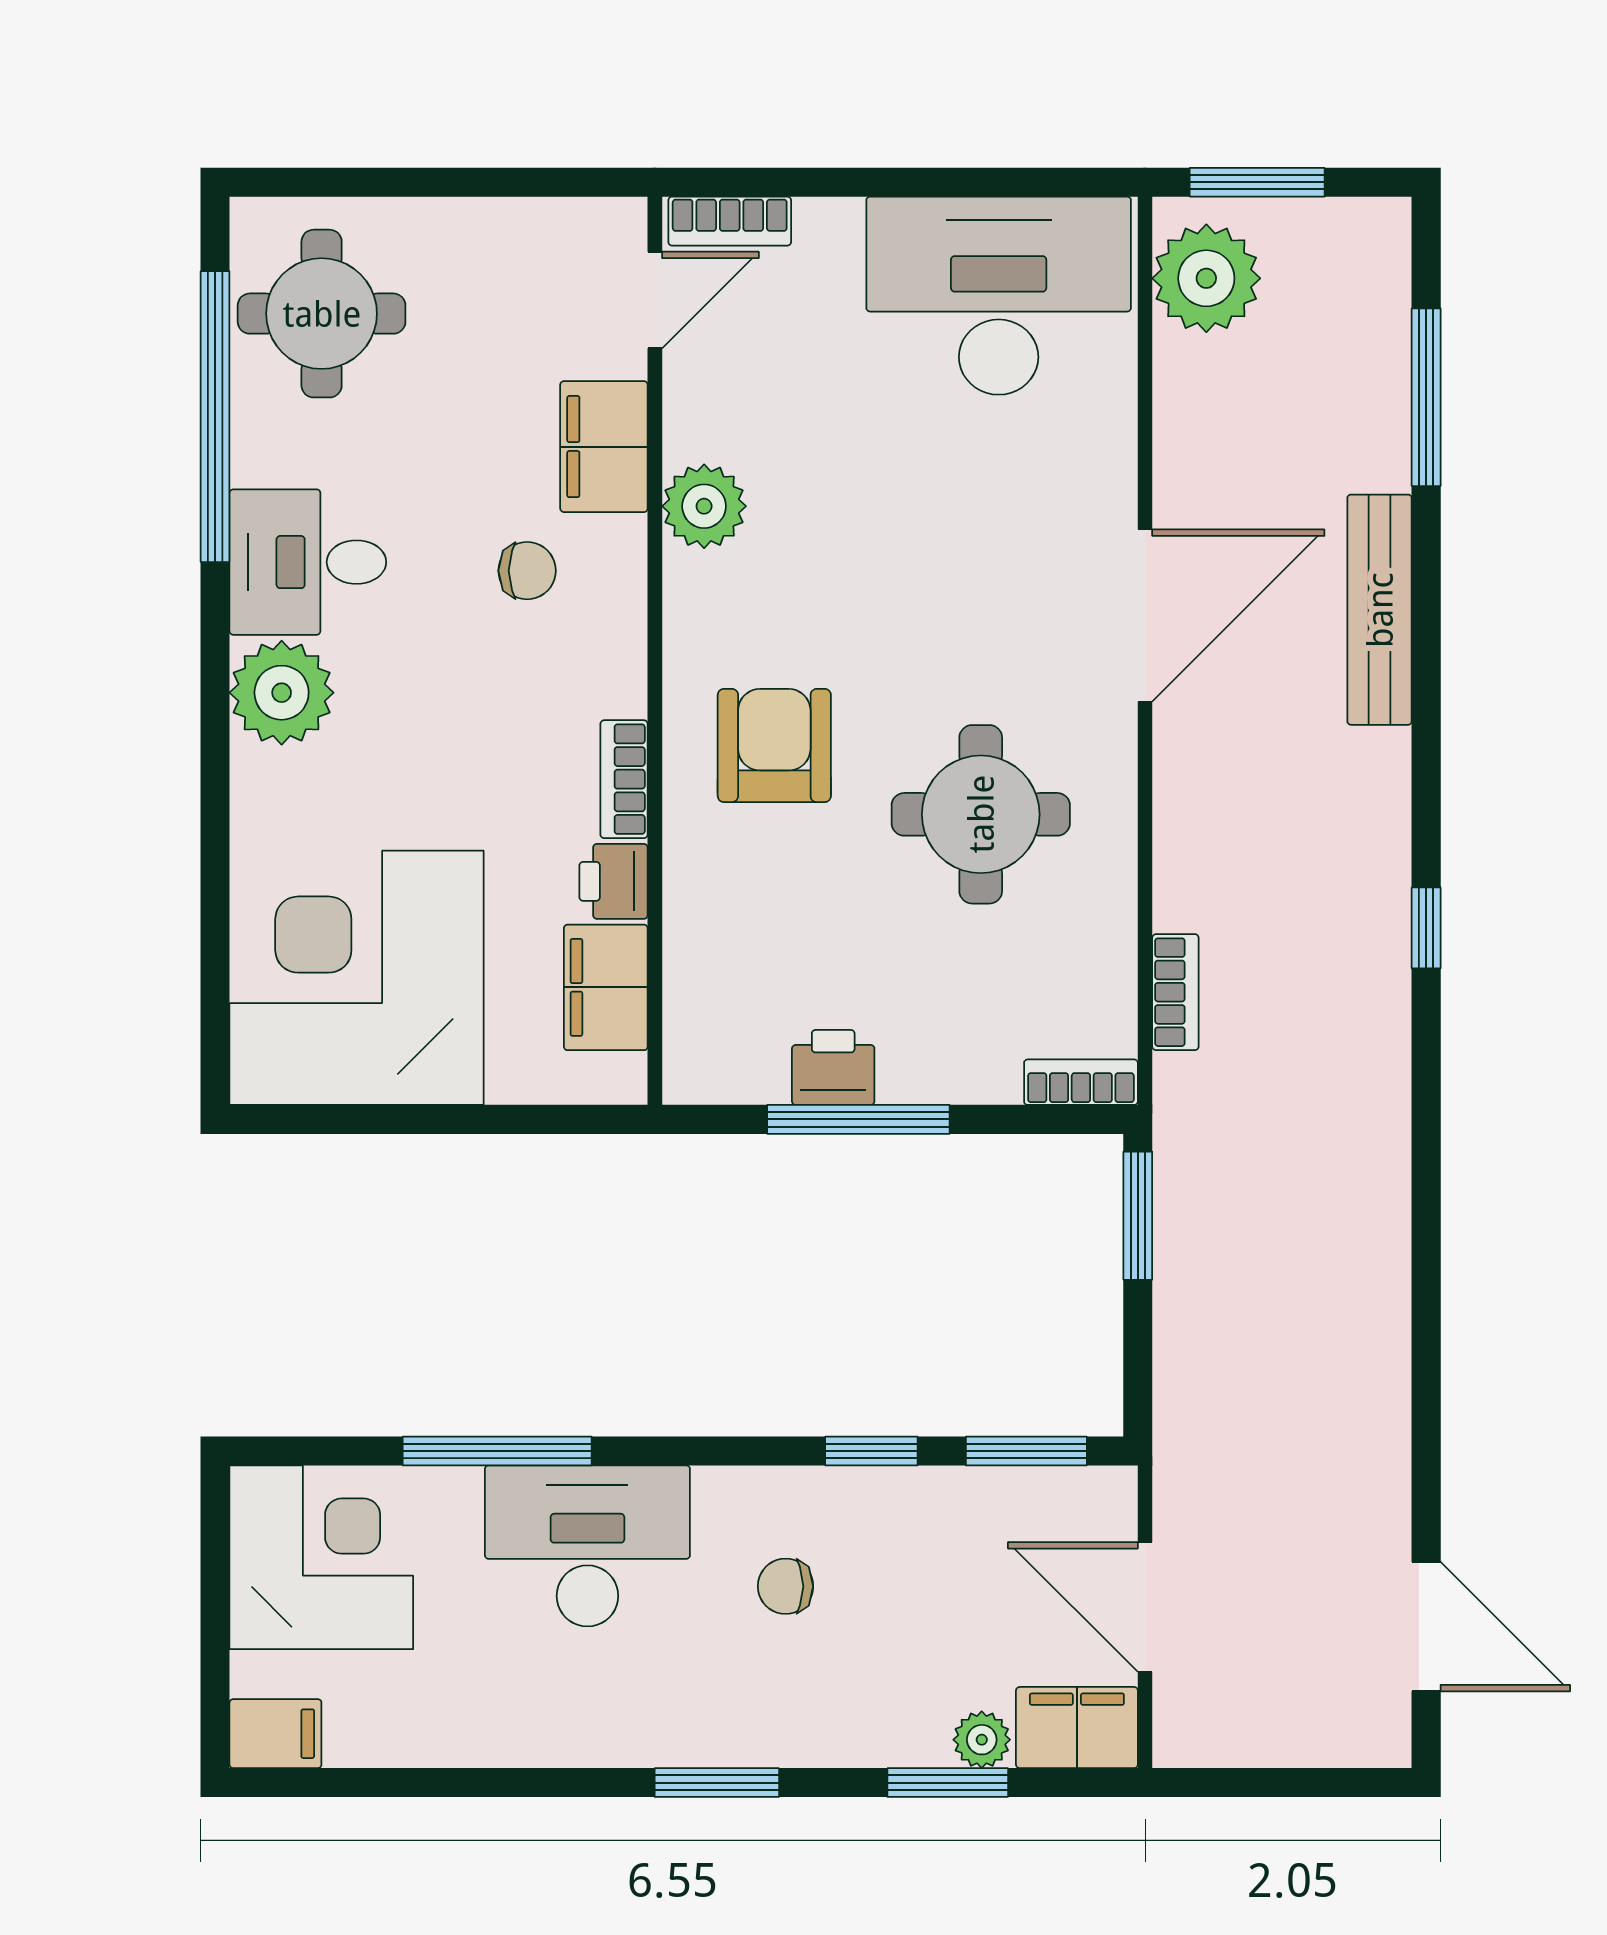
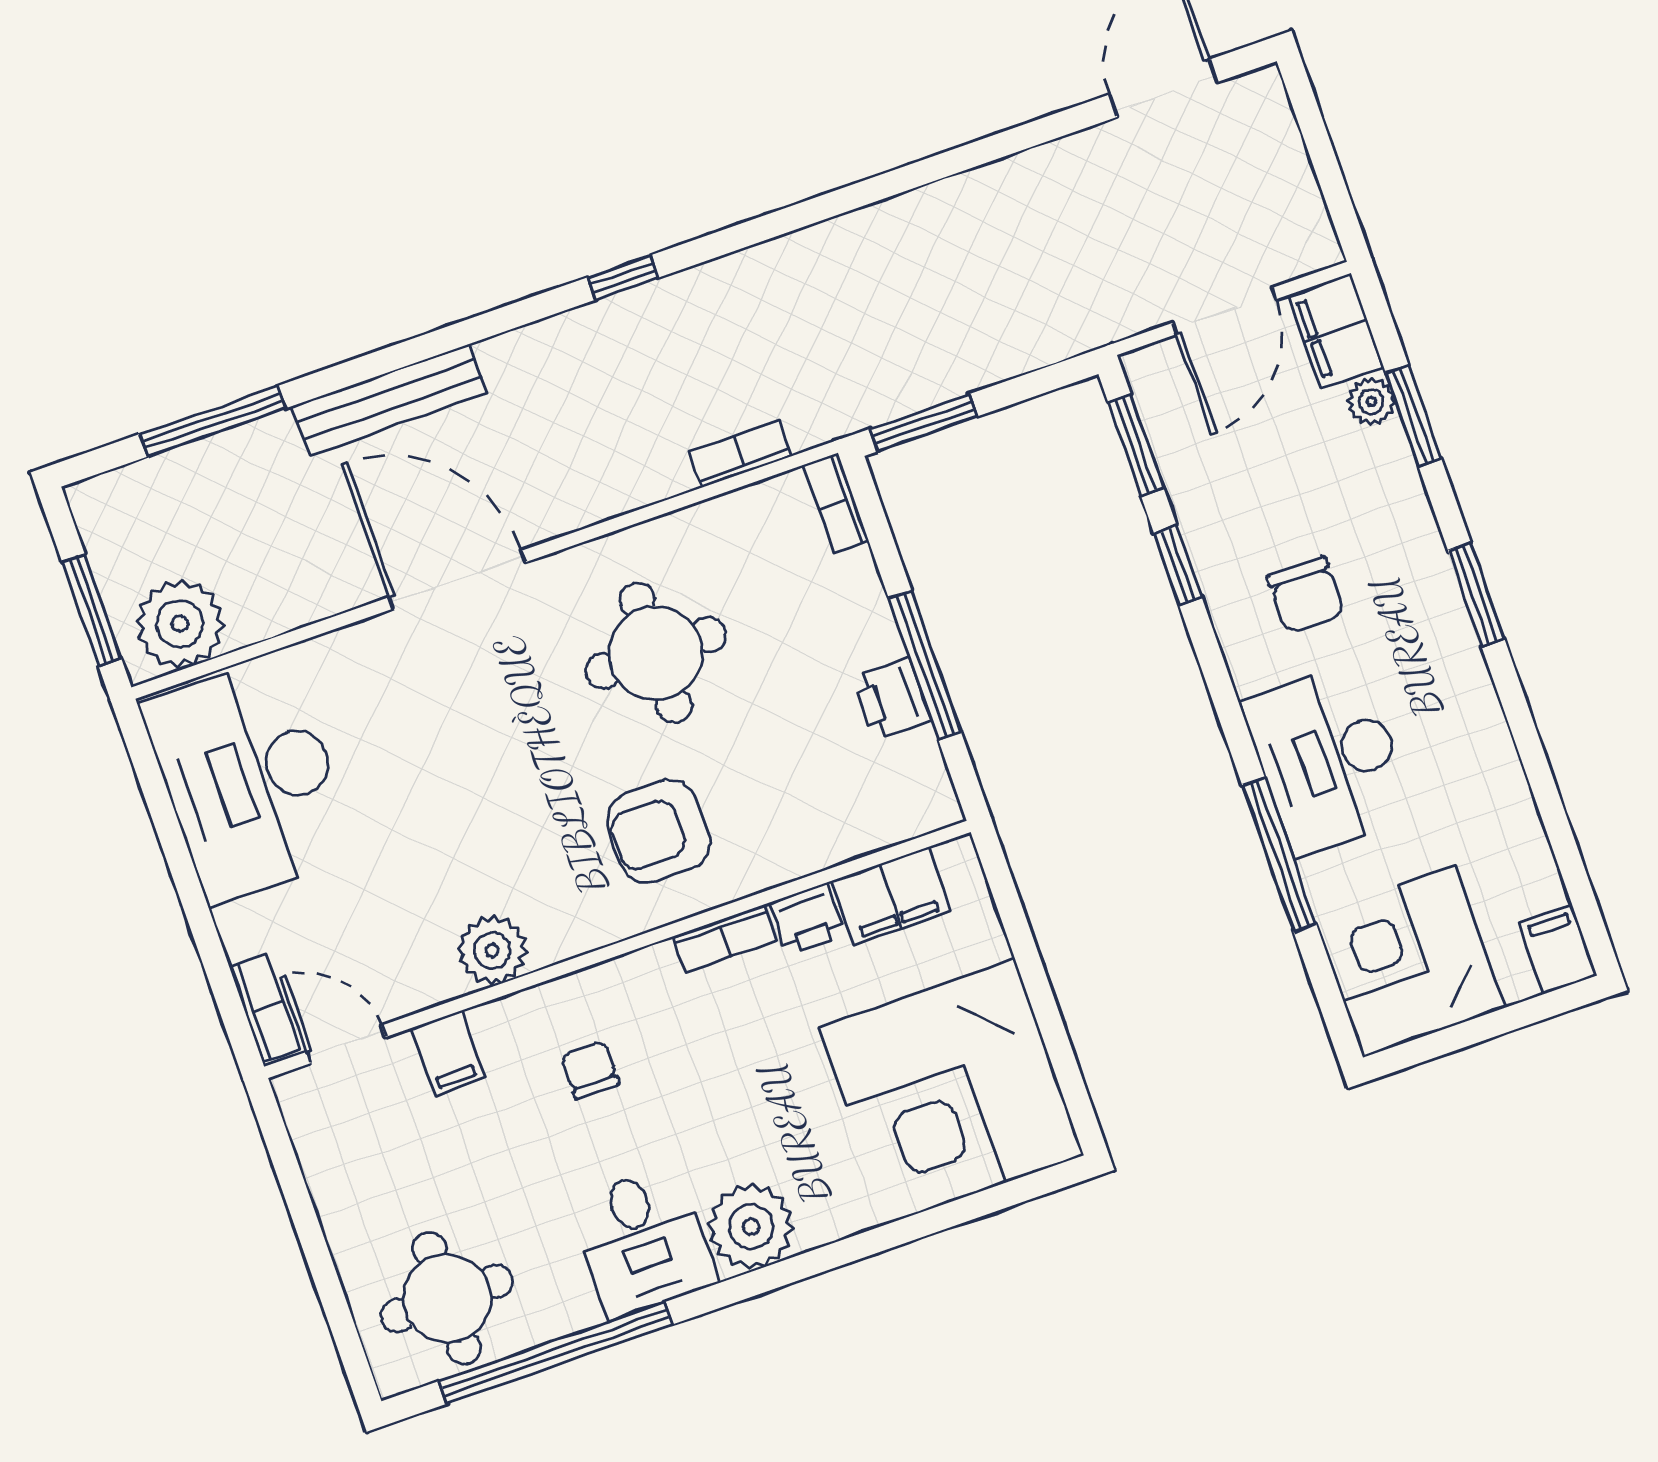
filing cabinet: (604, 447) -> (448, 1053), width x0.50
chair: (786, 1586) -> (1306, 595), width x1.37, depth x1.37

